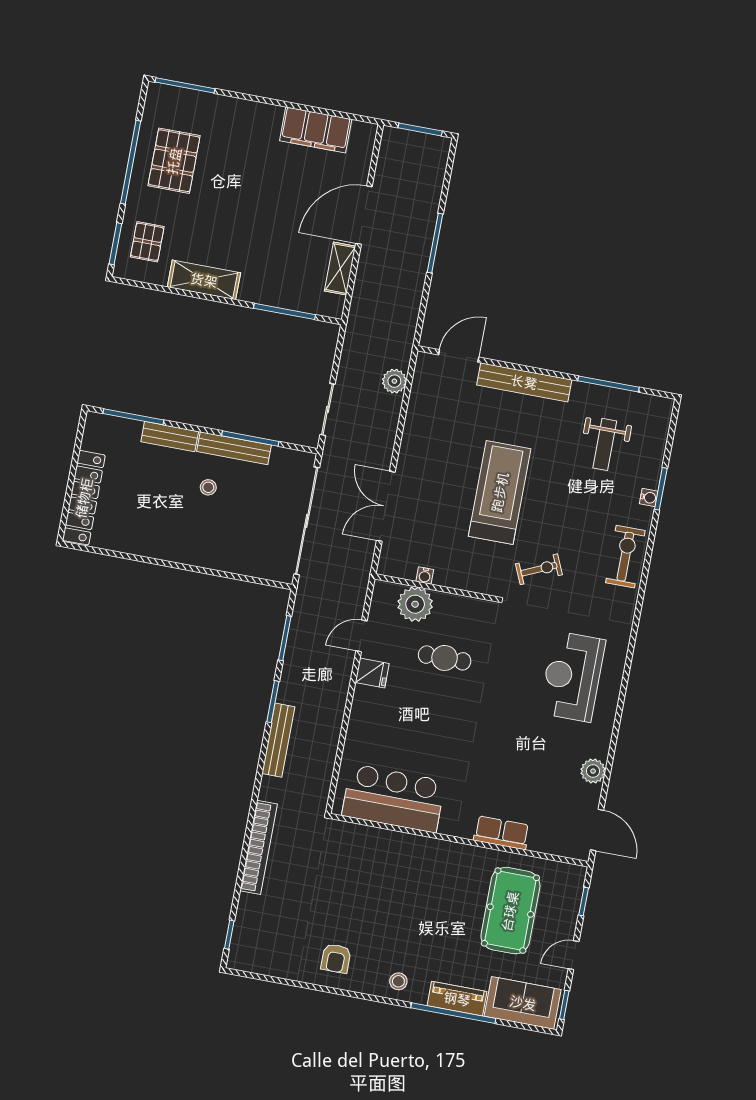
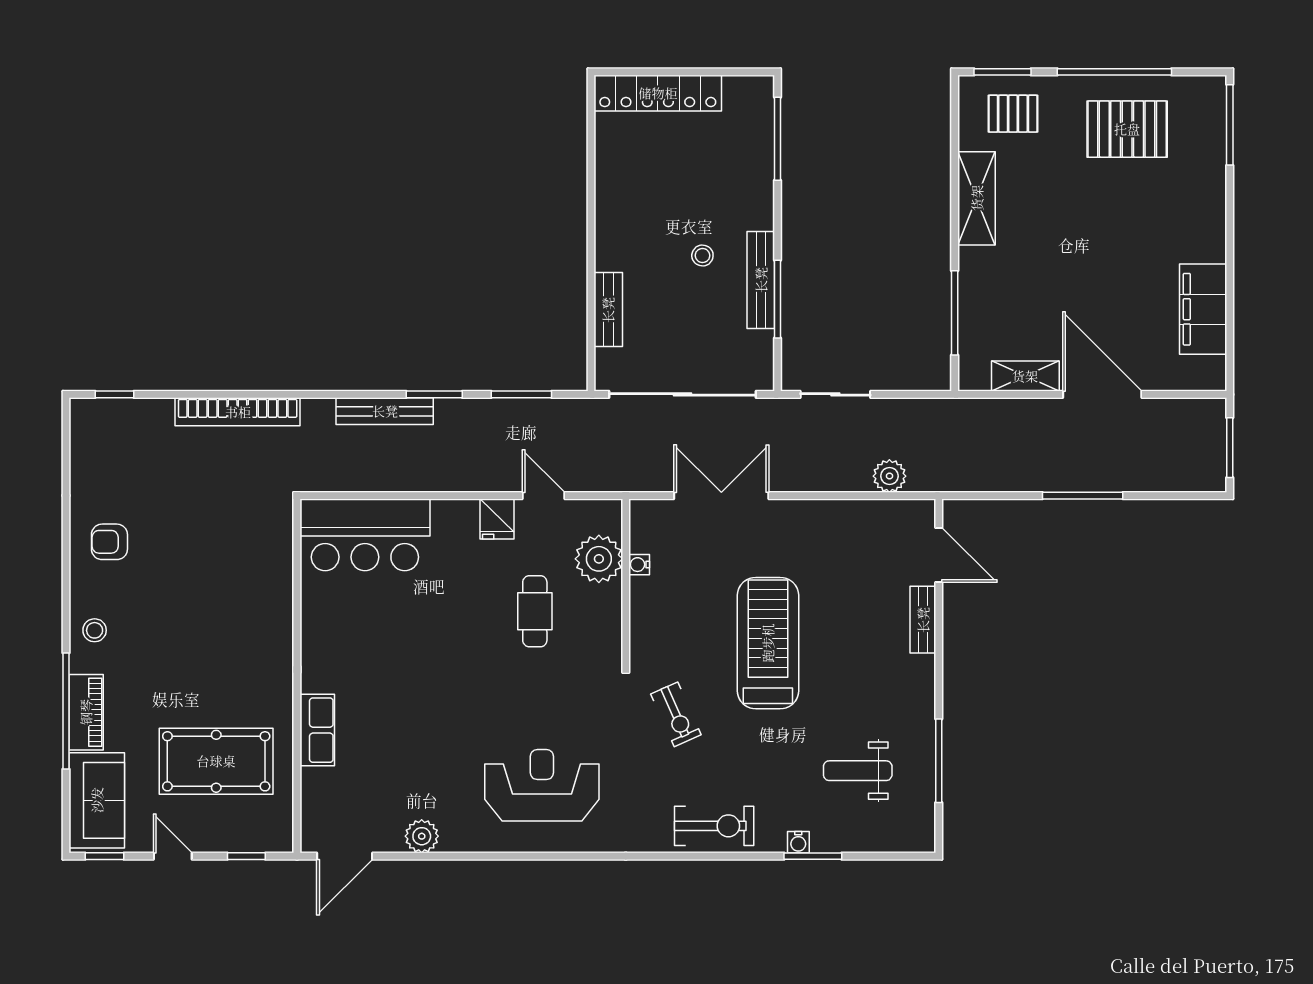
bench: (524, 382) -> (923, 620), width x0.54, depth x0.82
bench: (170, 437) -> (608, 310), moved
treadmill: (500, 492) -> (768, 643), turned -90
bar counter: (393, 798) -> (365, 535), moved, turned 90

